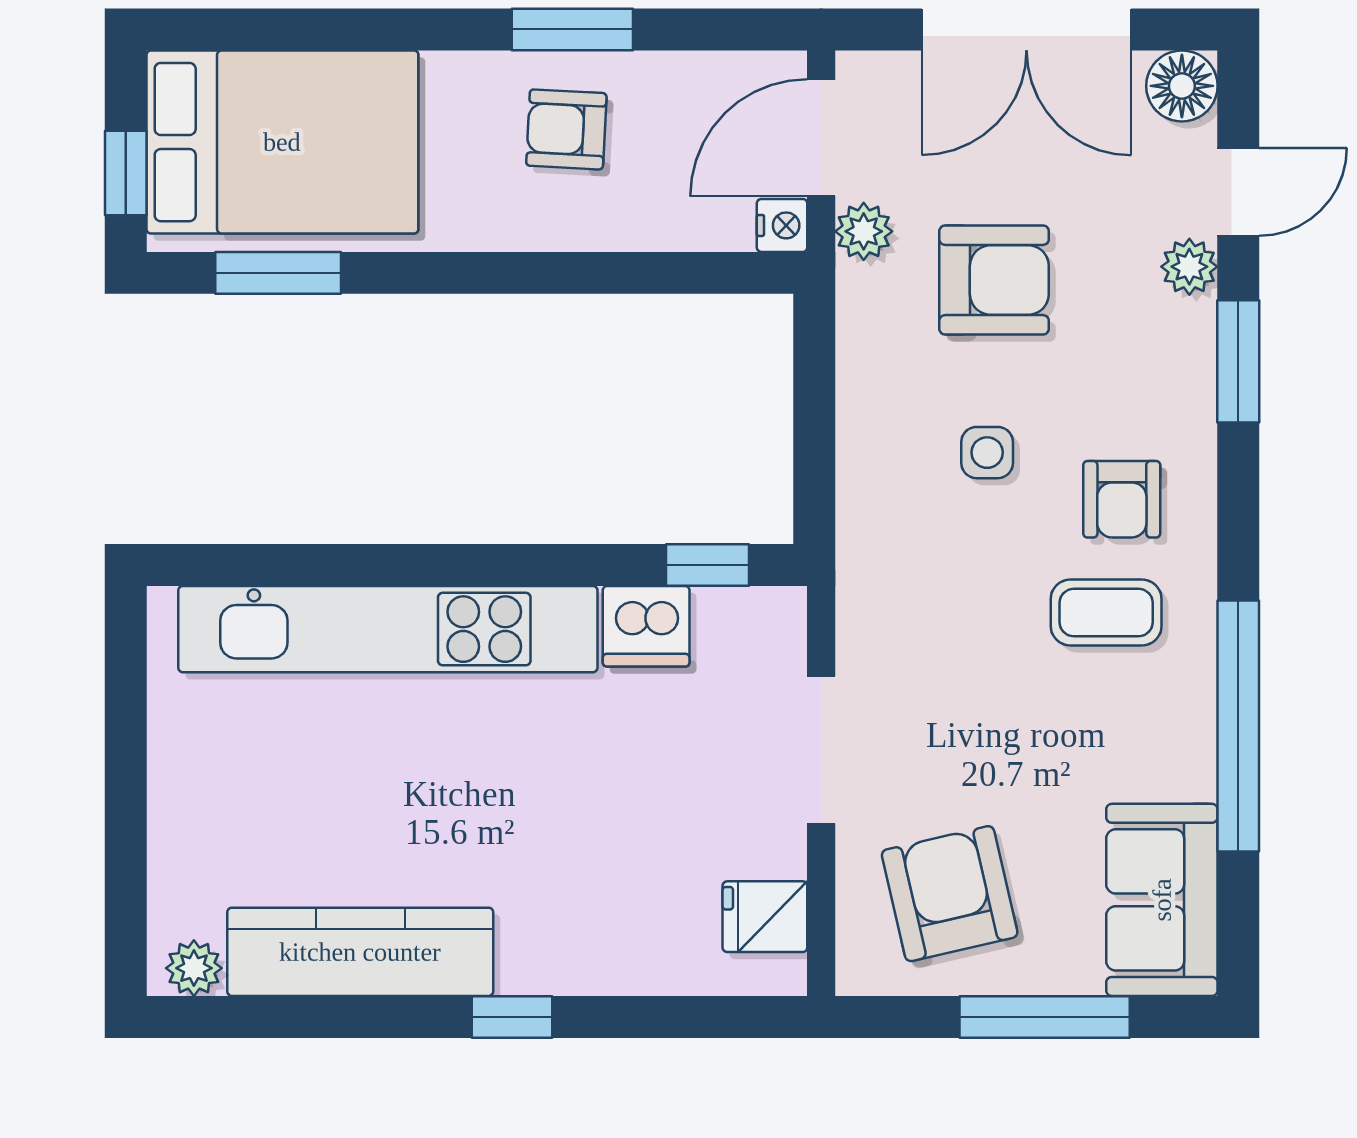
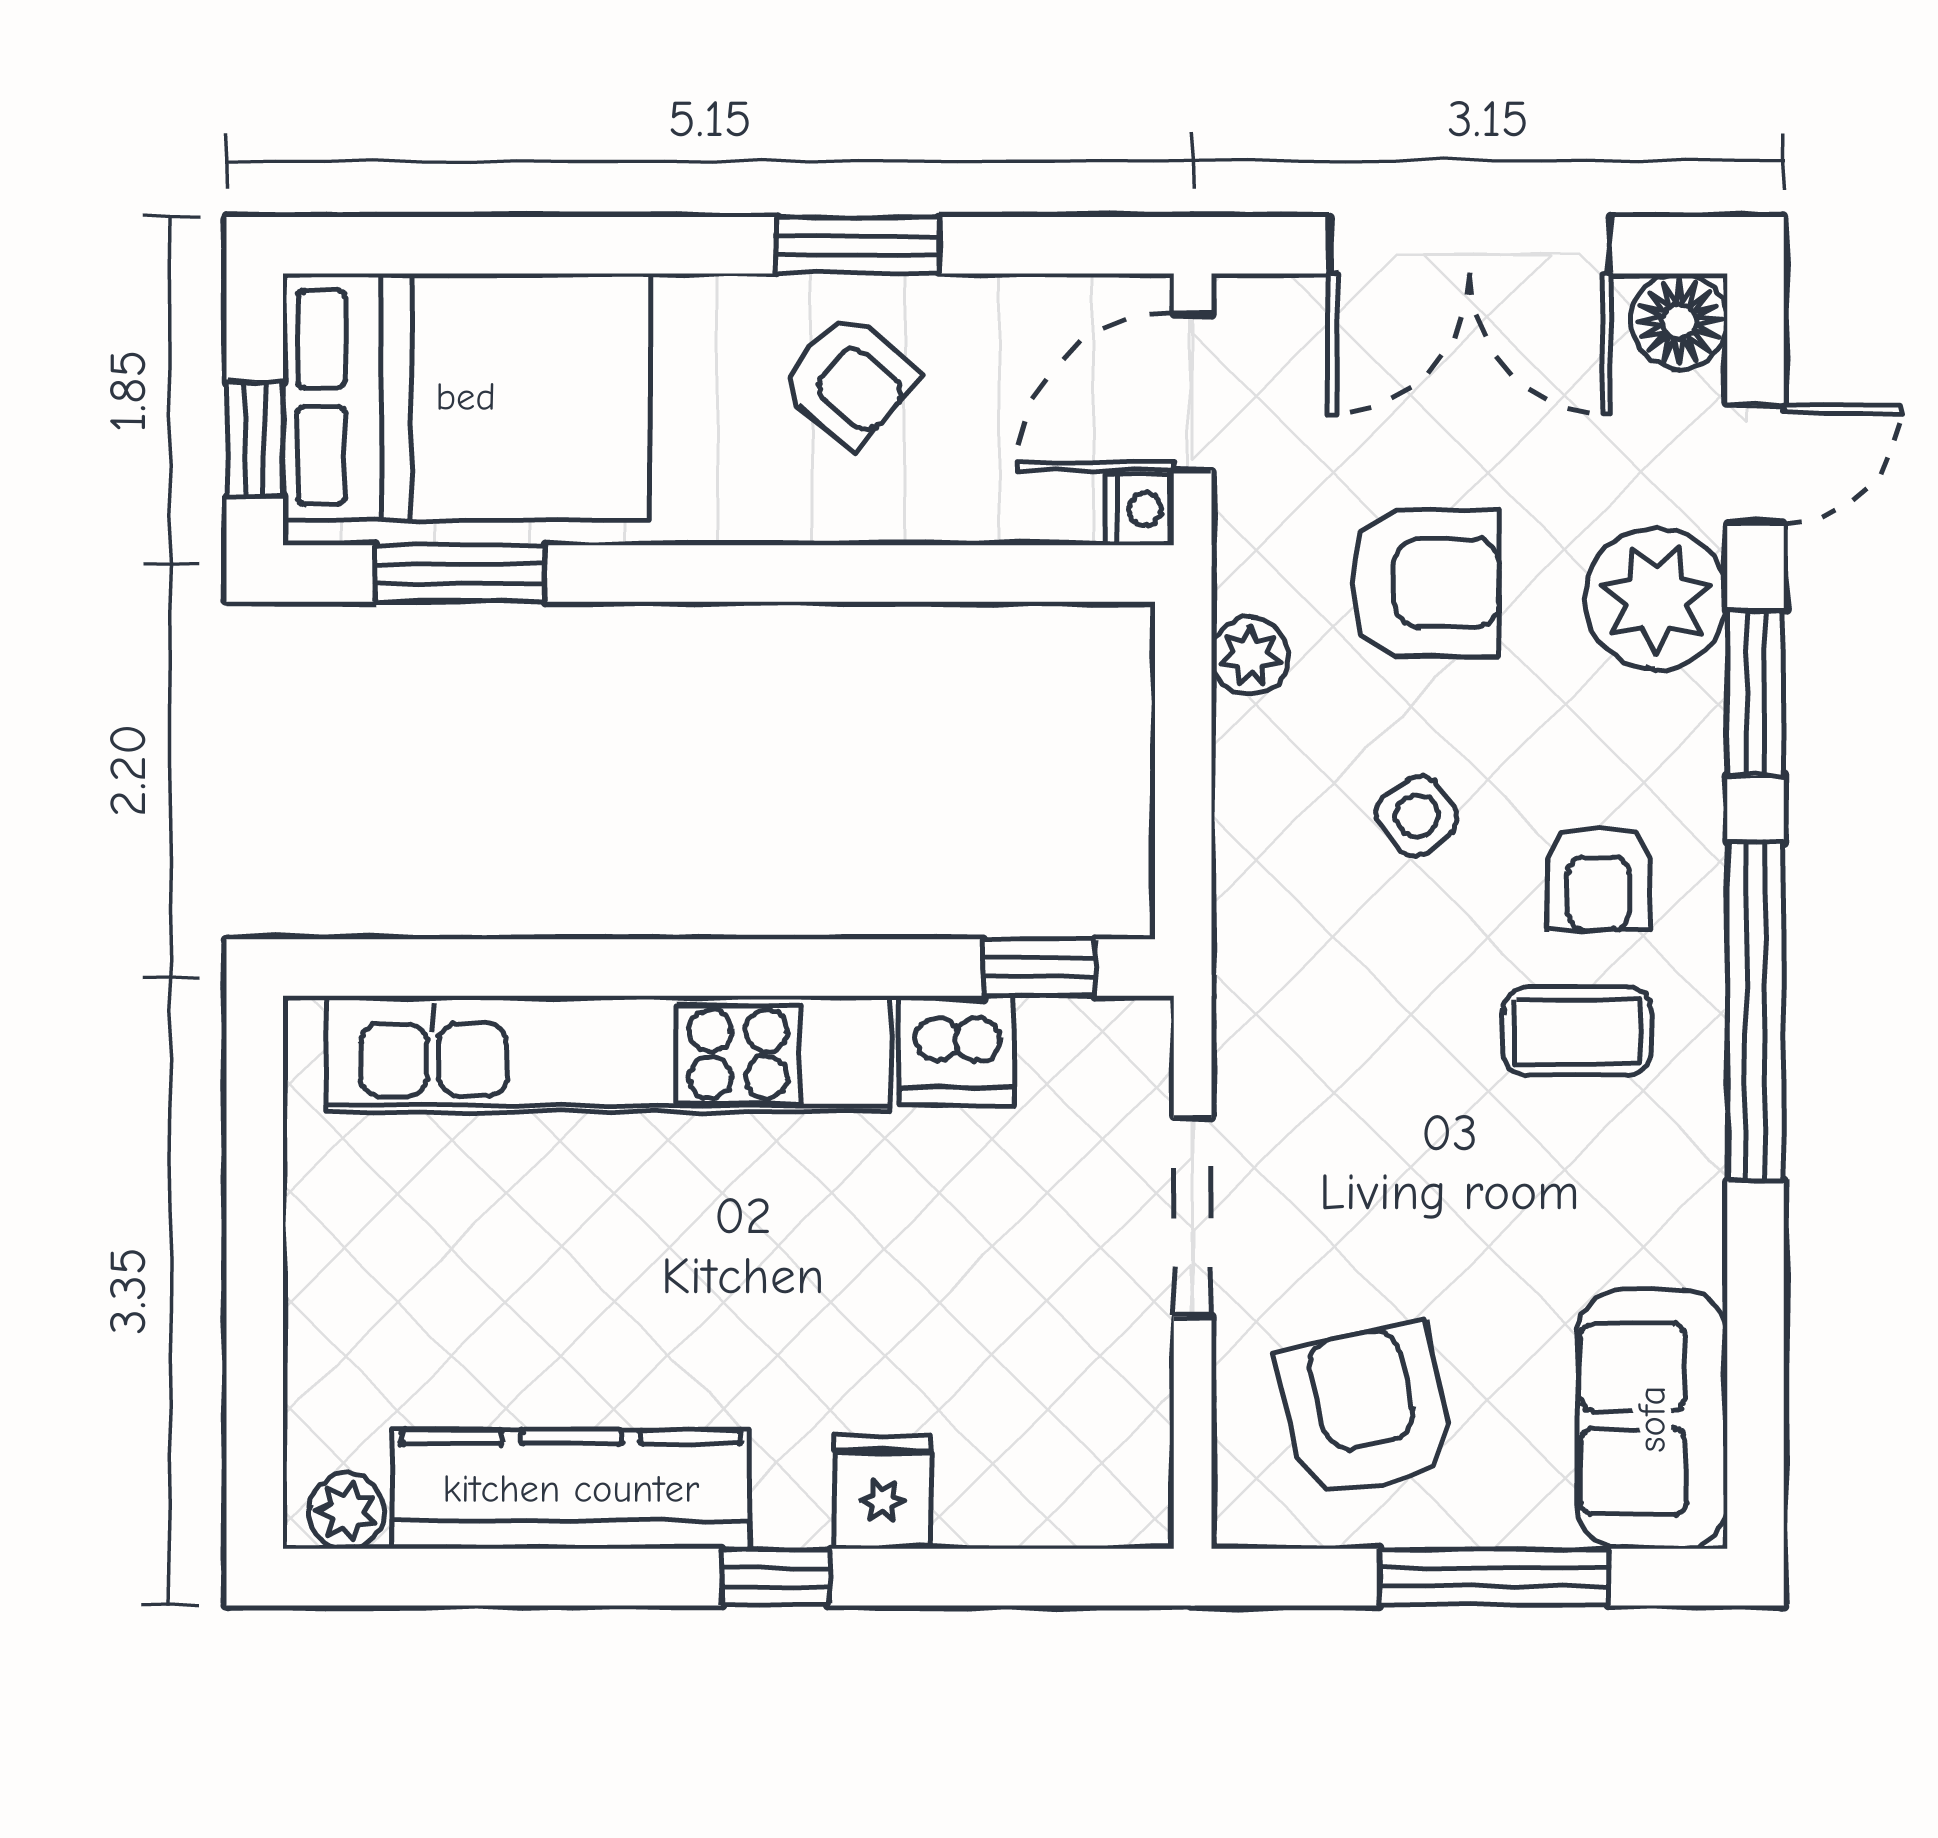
armchair: (566, 129) -> (849, 380), turned -142
plant: (864, 231) -> (1250, 656), moved
plant: (1189, 267) -> (1656, 598), width x1.87, depth x1.87
side table: (987, 453) -> (1417, 816), turned -36
window: (1238, 726) -> (1755, 1011), moved
fridge: (765, 917) -> (882, 1492), moved, turned 90

